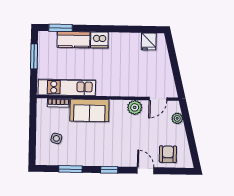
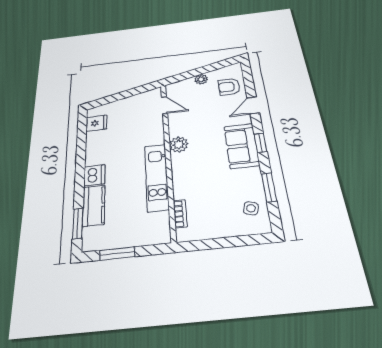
kitchen unit: (67, 87) -> (157, 177), moved
plant: (135, 107) -> (179, 145), moved
sofa: (89, 110) -> (242, 146), moved, turned 180
plant: (177, 118) -> (201, 79), moved
side table: (56, 138) -> (251, 208), moved

